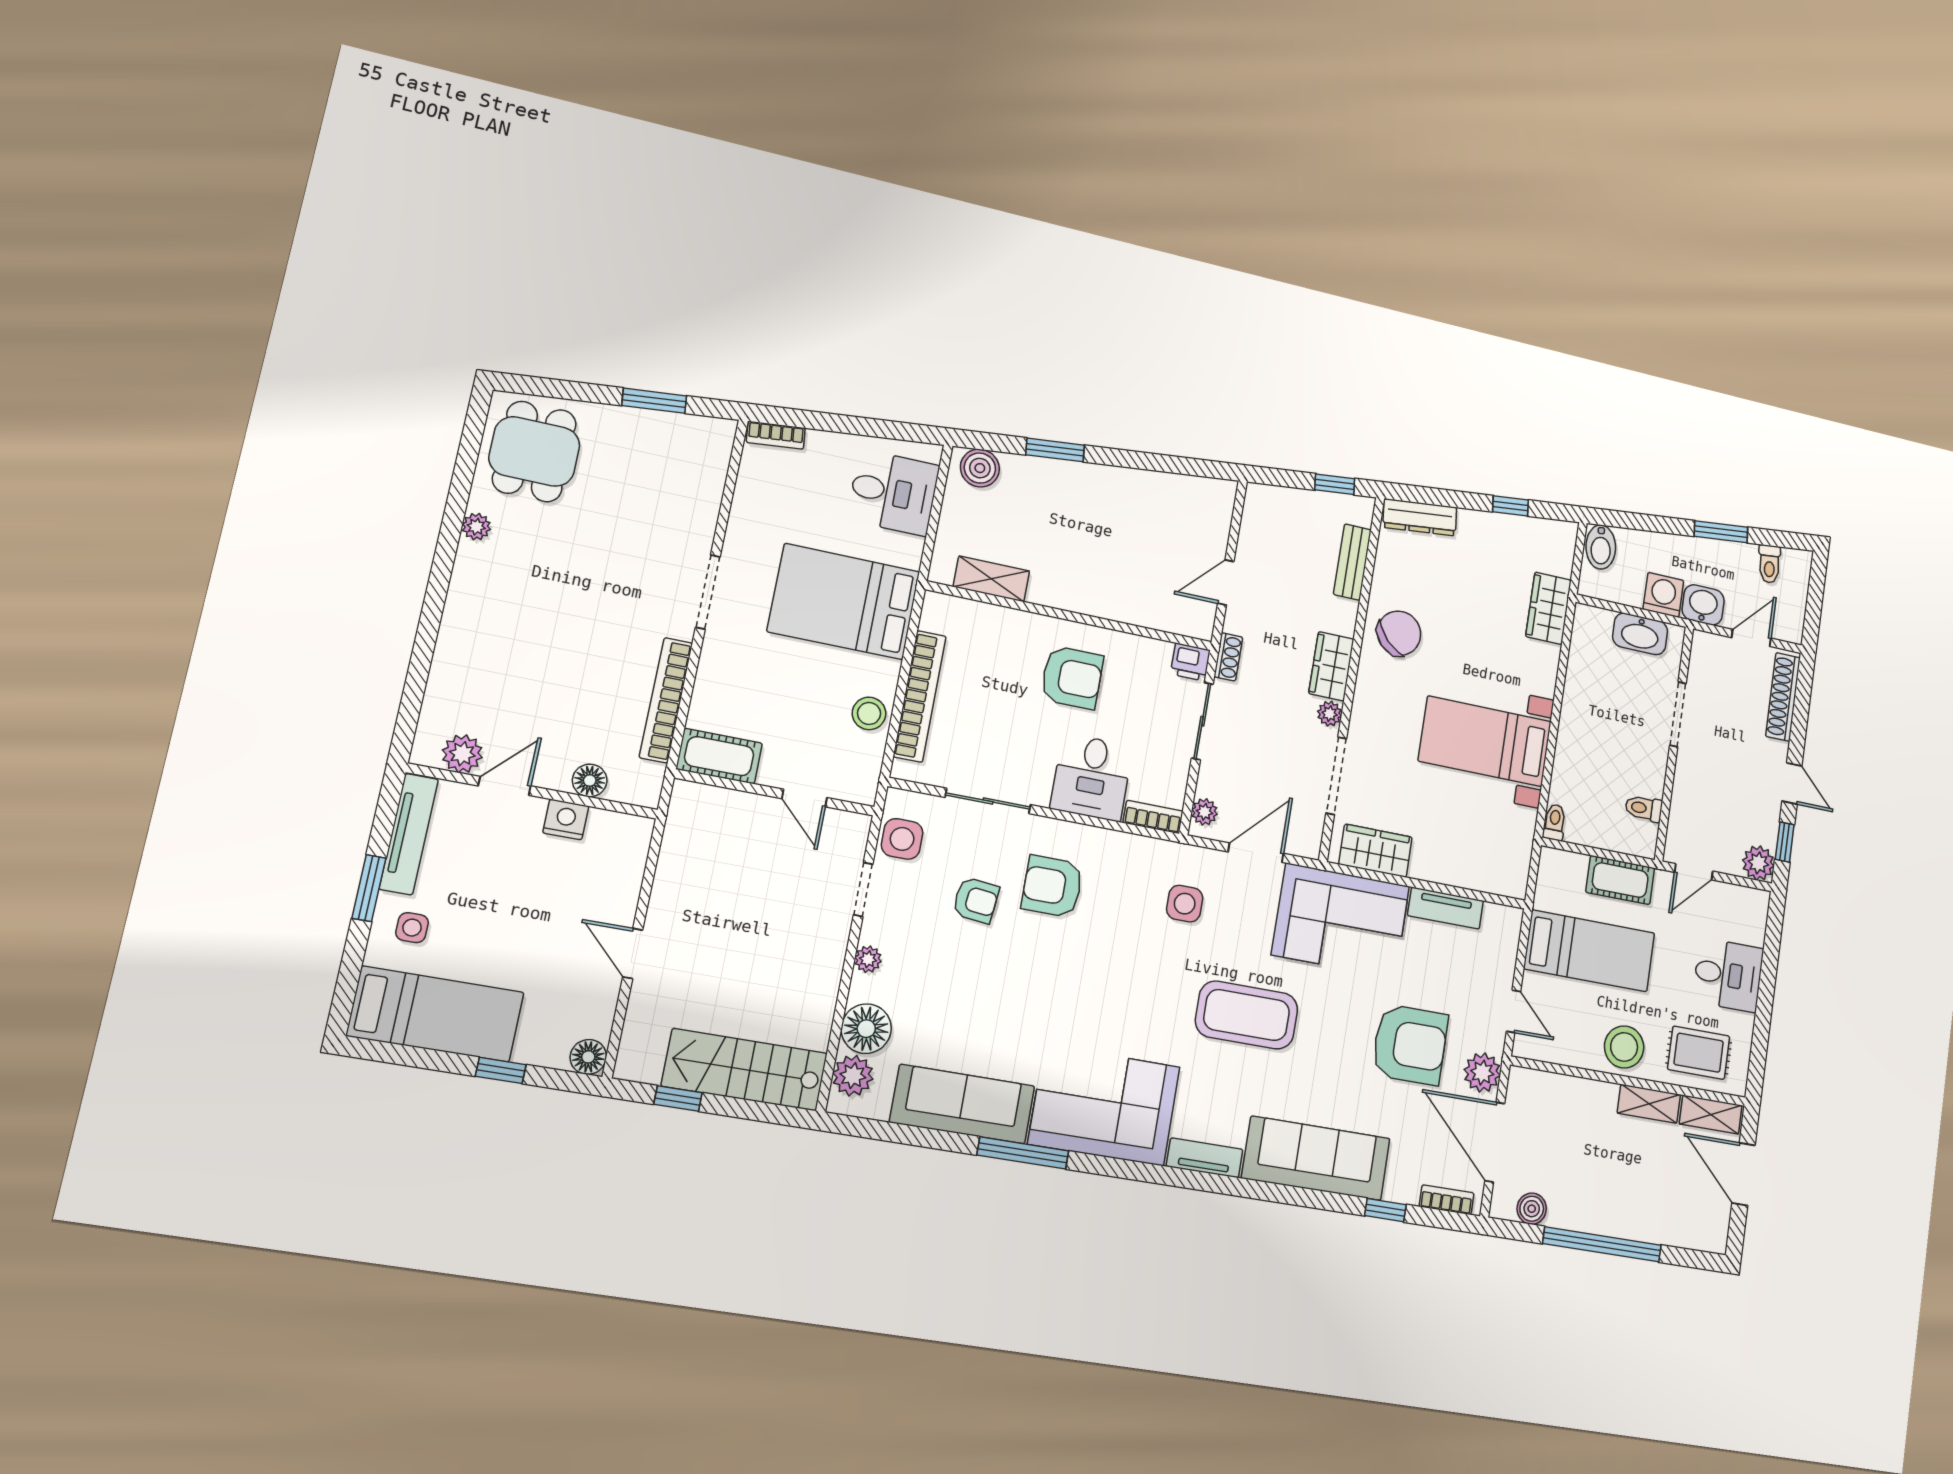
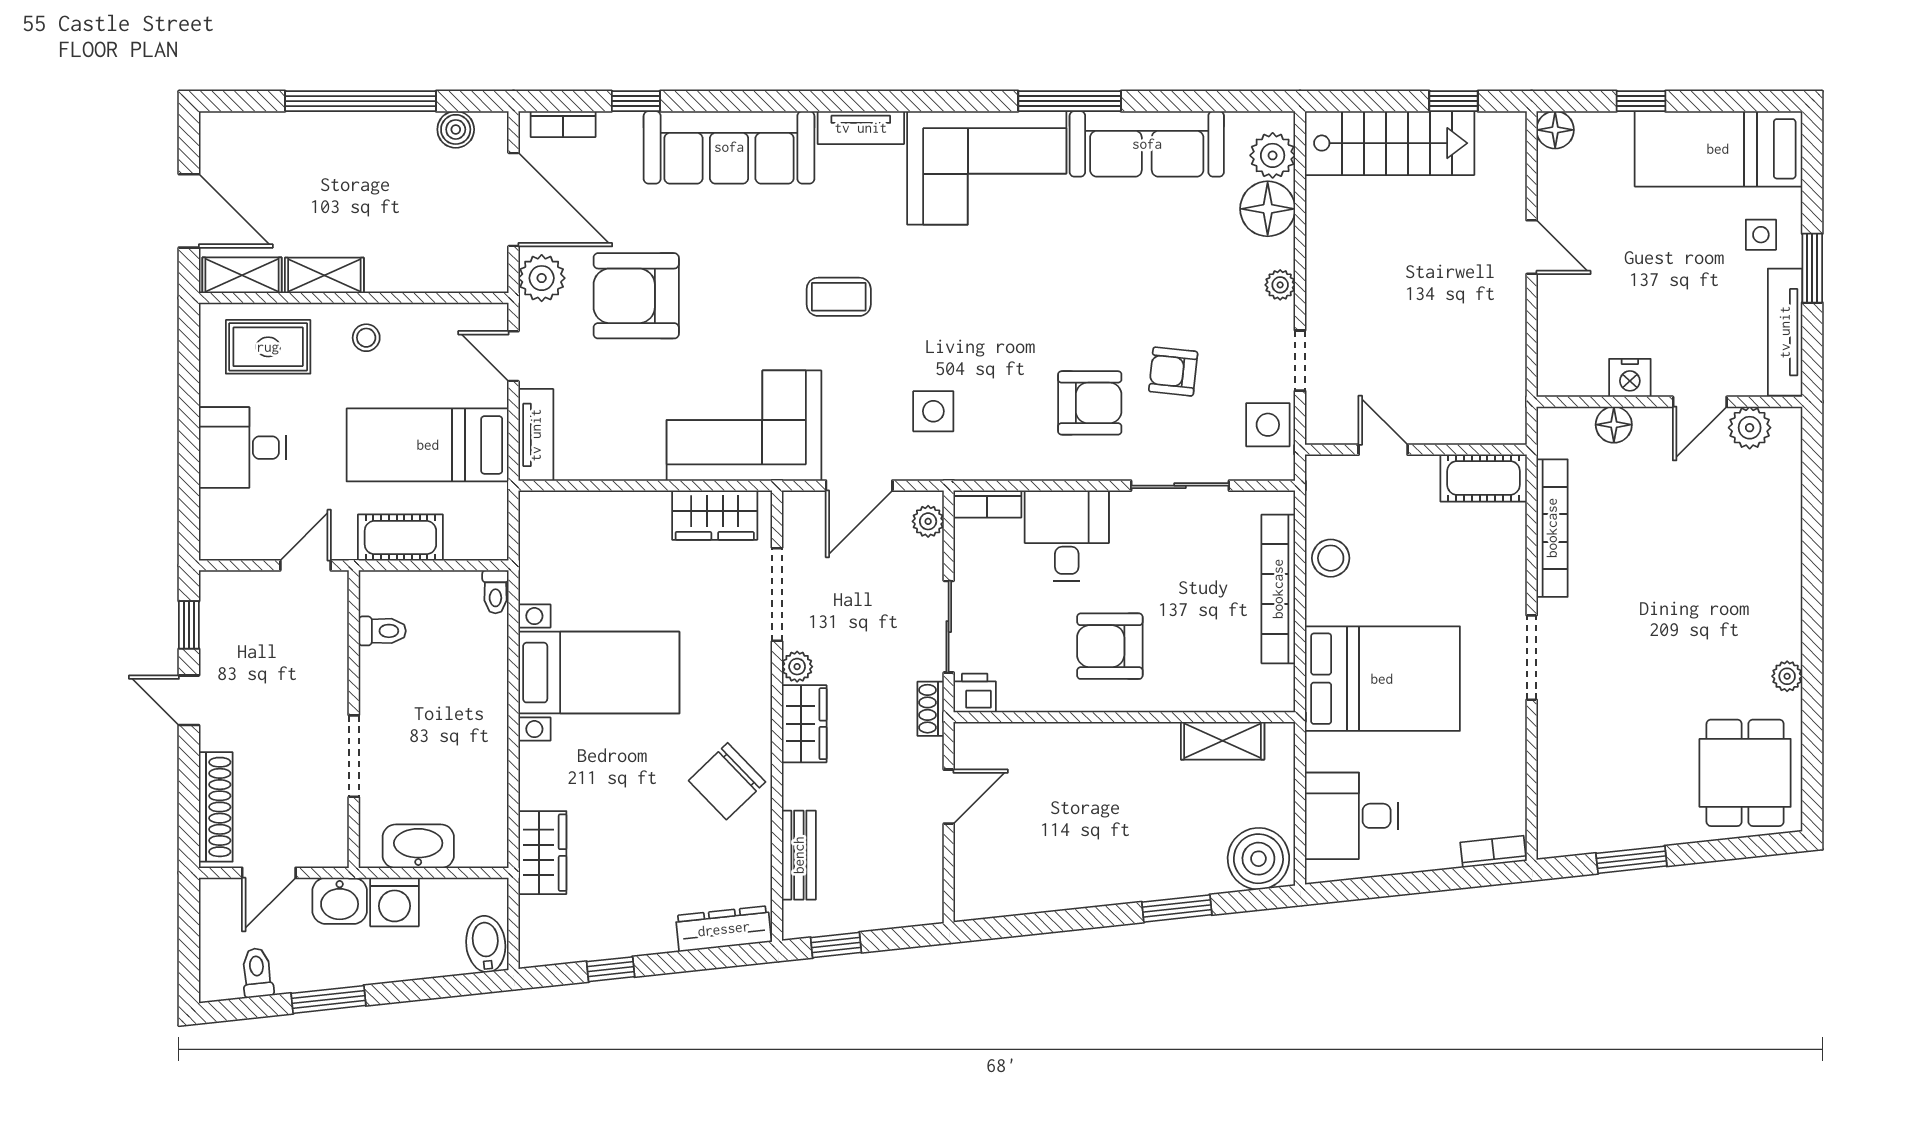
boiler: (980, 468) -> (1258, 859), width x1.37, depth x1.37
plant: (1758, 863) -> (221, 592), removed
tv unit: (1445, 908) -> (536, 435), moved, turned 90
coffee table: (1247, 1015) -> (839, 297), width x0.54, depth x0.58
stool: (1624, 1047) -> (366, 338), width x0.53, depth x0.53

